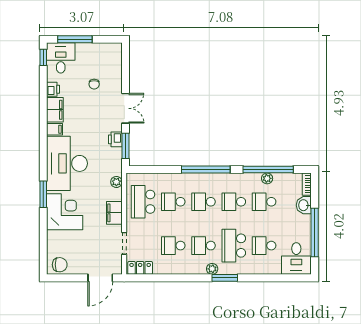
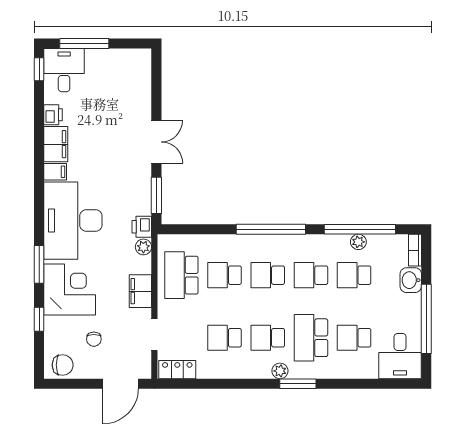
chair: (94, 84) -> (94, 339), moved
printer: (115, 139) -> (142, 227), moved
window: (43, 233) -> (39, 319), added

